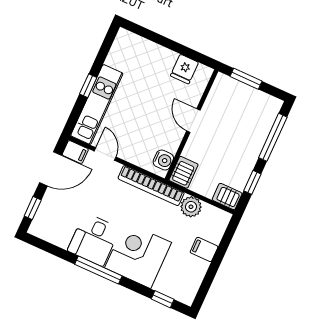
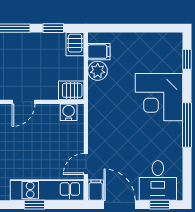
bookcase: (151, 186) -> (95, 113), removed
desk: (94, 239) -> (158, 180), moved, turned 90
filing cabinet: (204, 249) -> (99, 52), moved, turned -90

